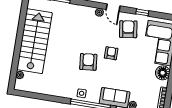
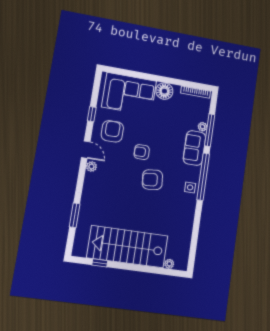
door: (113, 8) -> (86, 150), hinge flipped
window: (22, 19) -> (100, 263), added
armchair: (128, 29) -> (112, 131), turned 98

